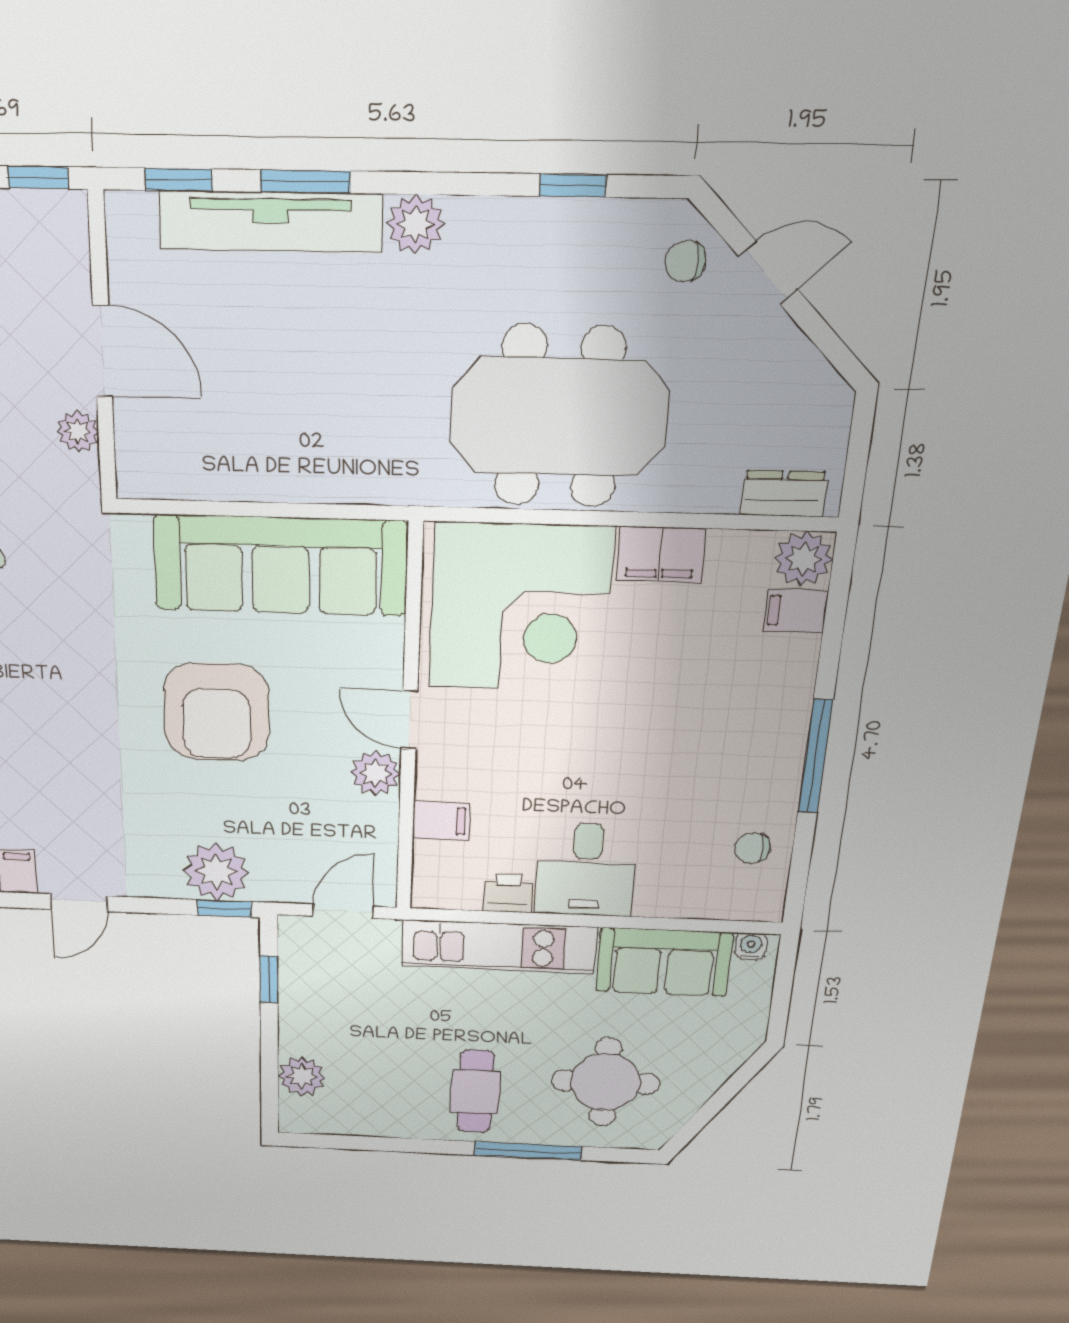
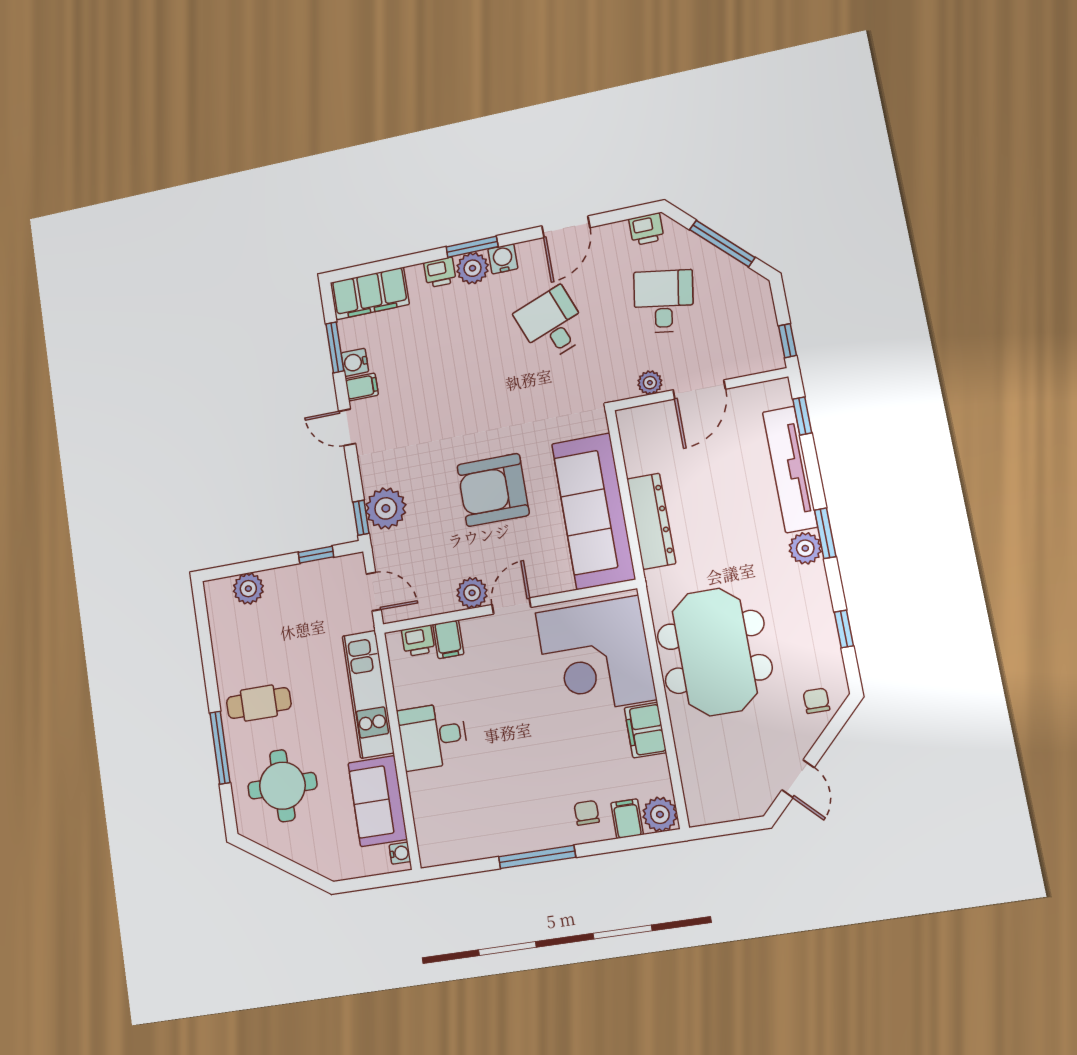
window: (305, 181) -> (825, 533), moved
door: (768, 273) -> (798, 779), moved
dresser: (783, 494) -> (651, 521), moved, width x1.96, depth x1.24
chair: (753, 848) -> (587, 813), moved
printer: (508, 893) -> (418, 641), moved, turned 90

